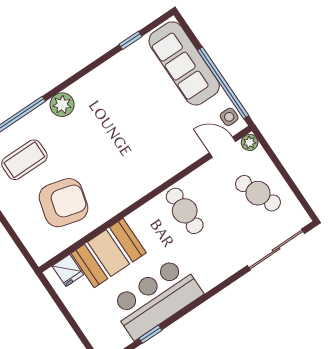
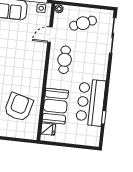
door: (222, 147) -> (50, 35), moved
cafe table: (185, 211) -> (65, 60), turned 90

